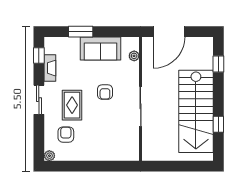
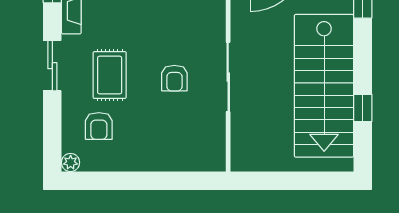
armchair: (105, 92) -> (174, 78), moved
armchair: (66, 135) -> (99, 126), turned 180

